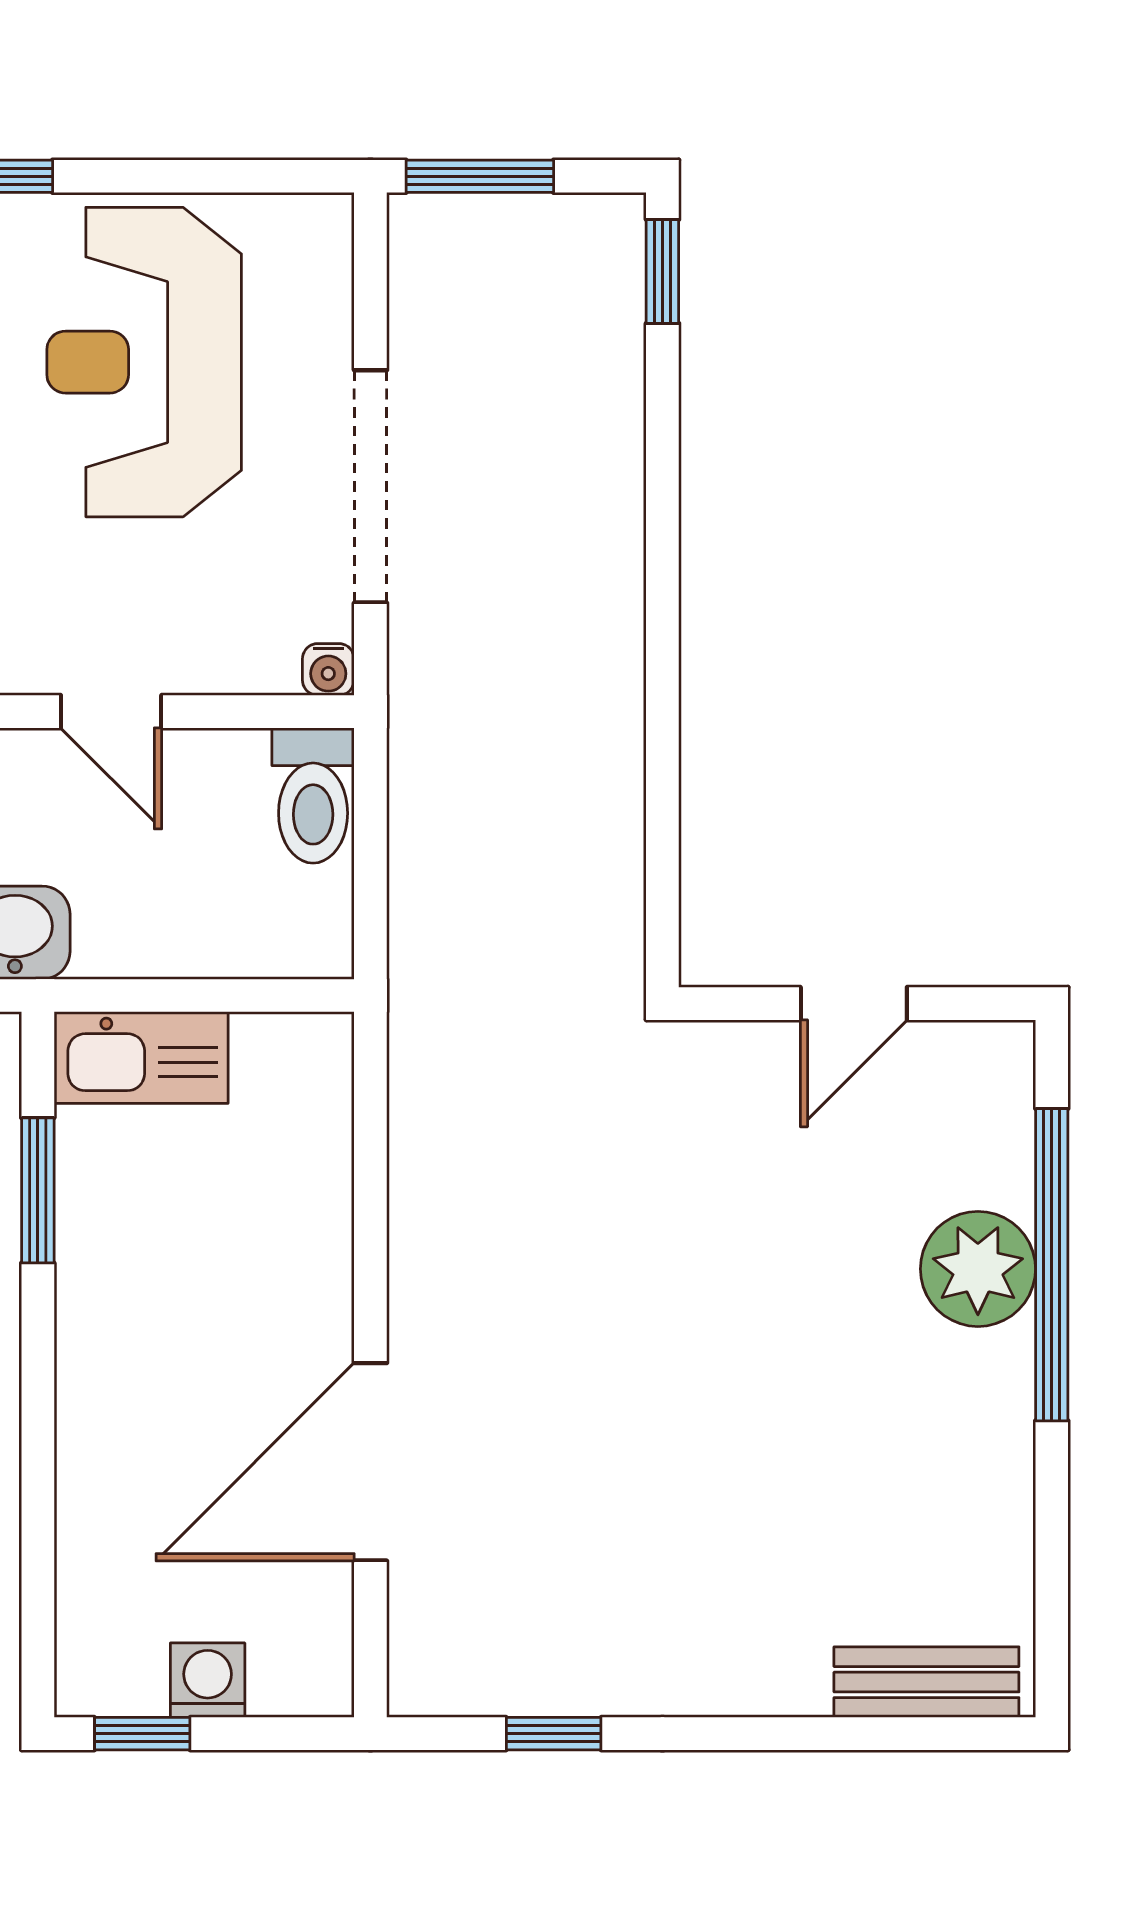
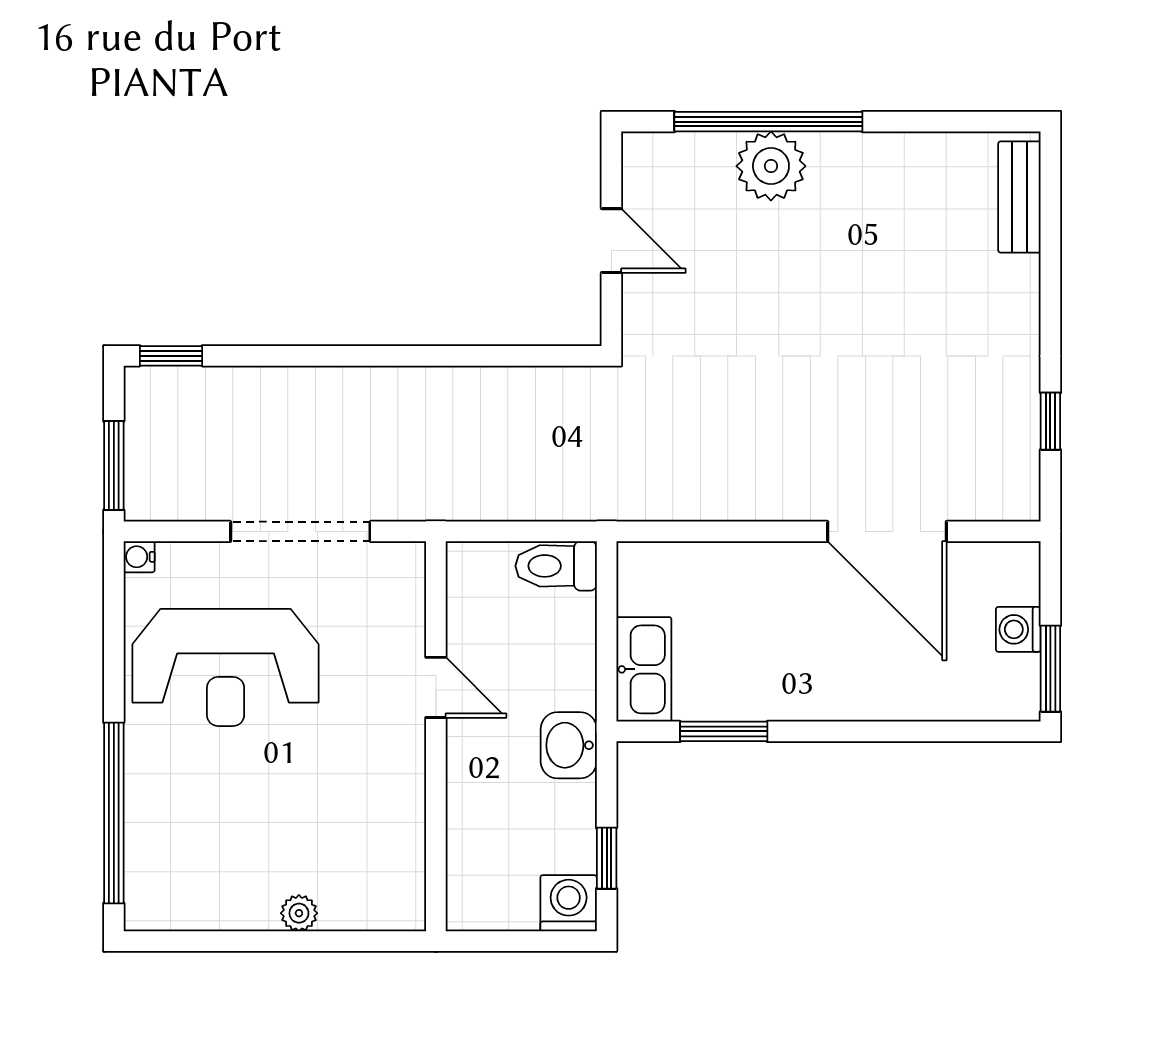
water cooler: (328, 669) -> (139, 557), moved, turned 180
door: (111, 712) -> (436, 687), hinge flipped
toilet: (313, 795) -> (556, 566), moved, turned 180
window: (142, 1734) -> (1050, 669), width x1.50

